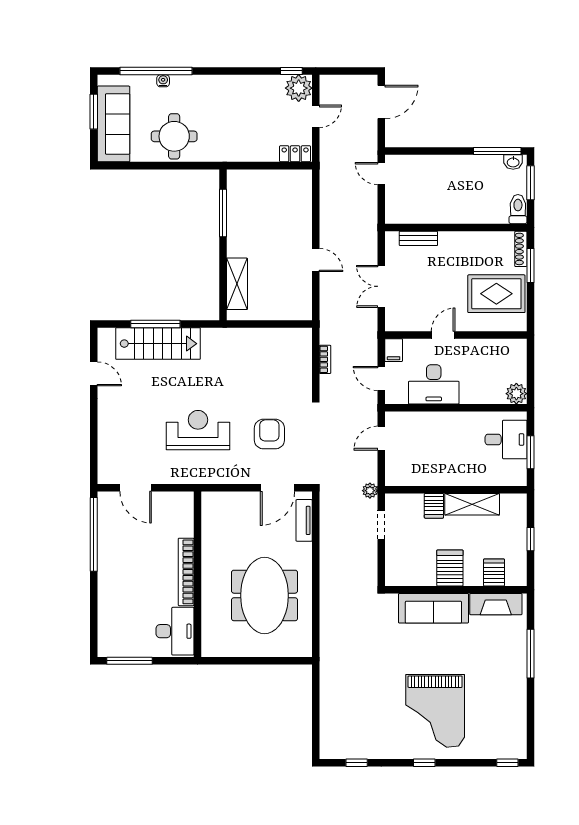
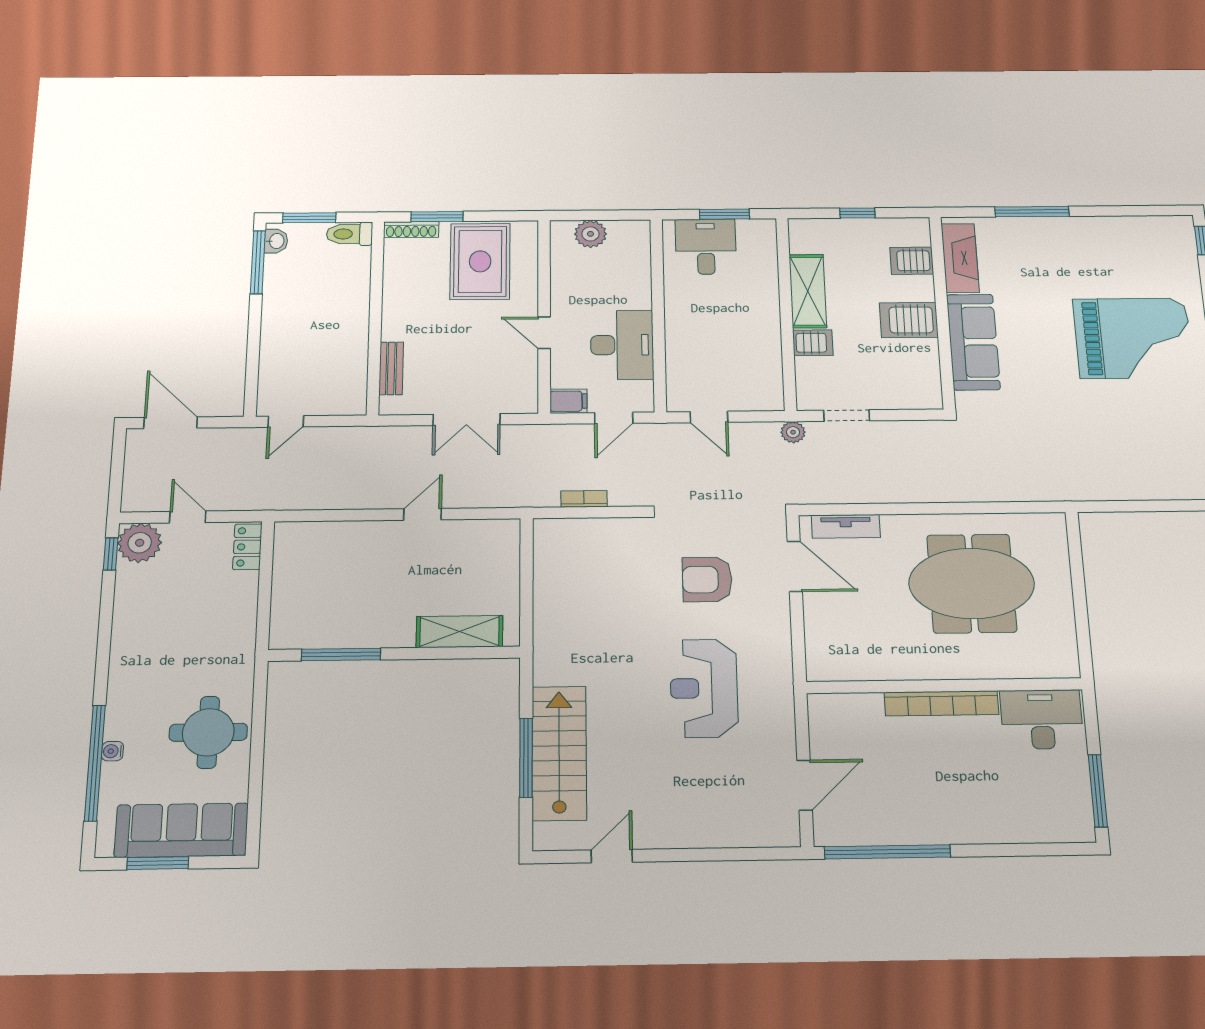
plant: (516, 394) -> (590, 234), moved

